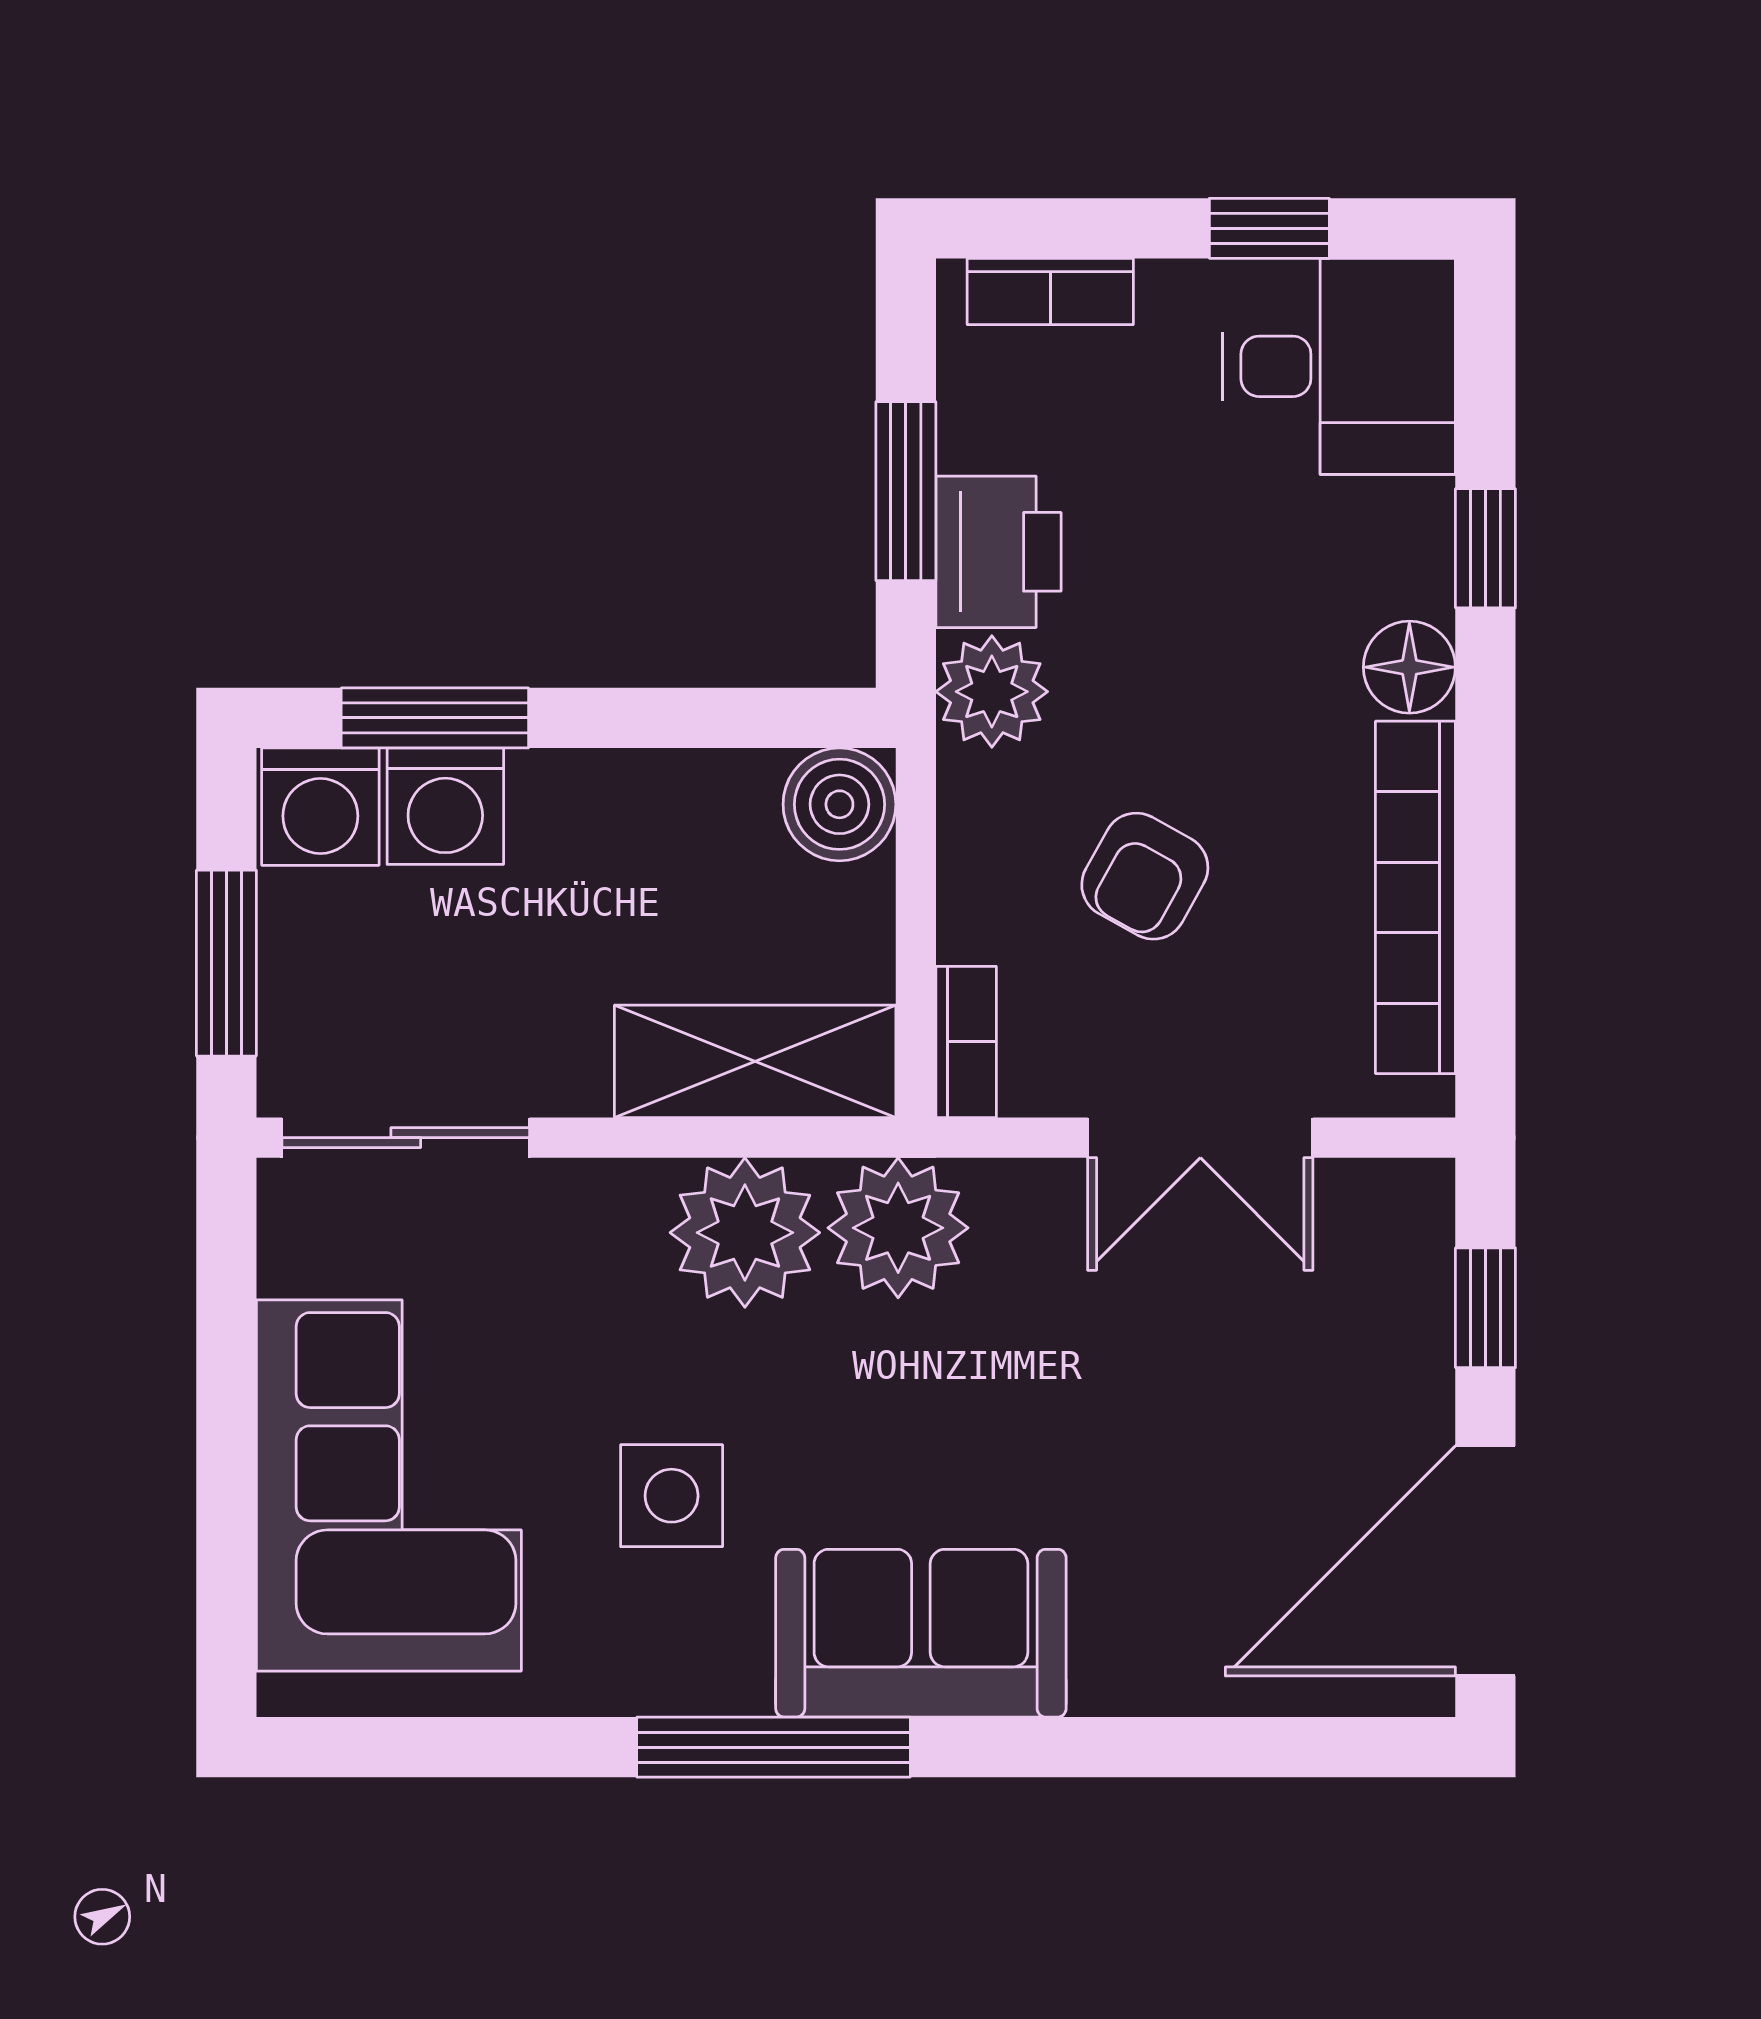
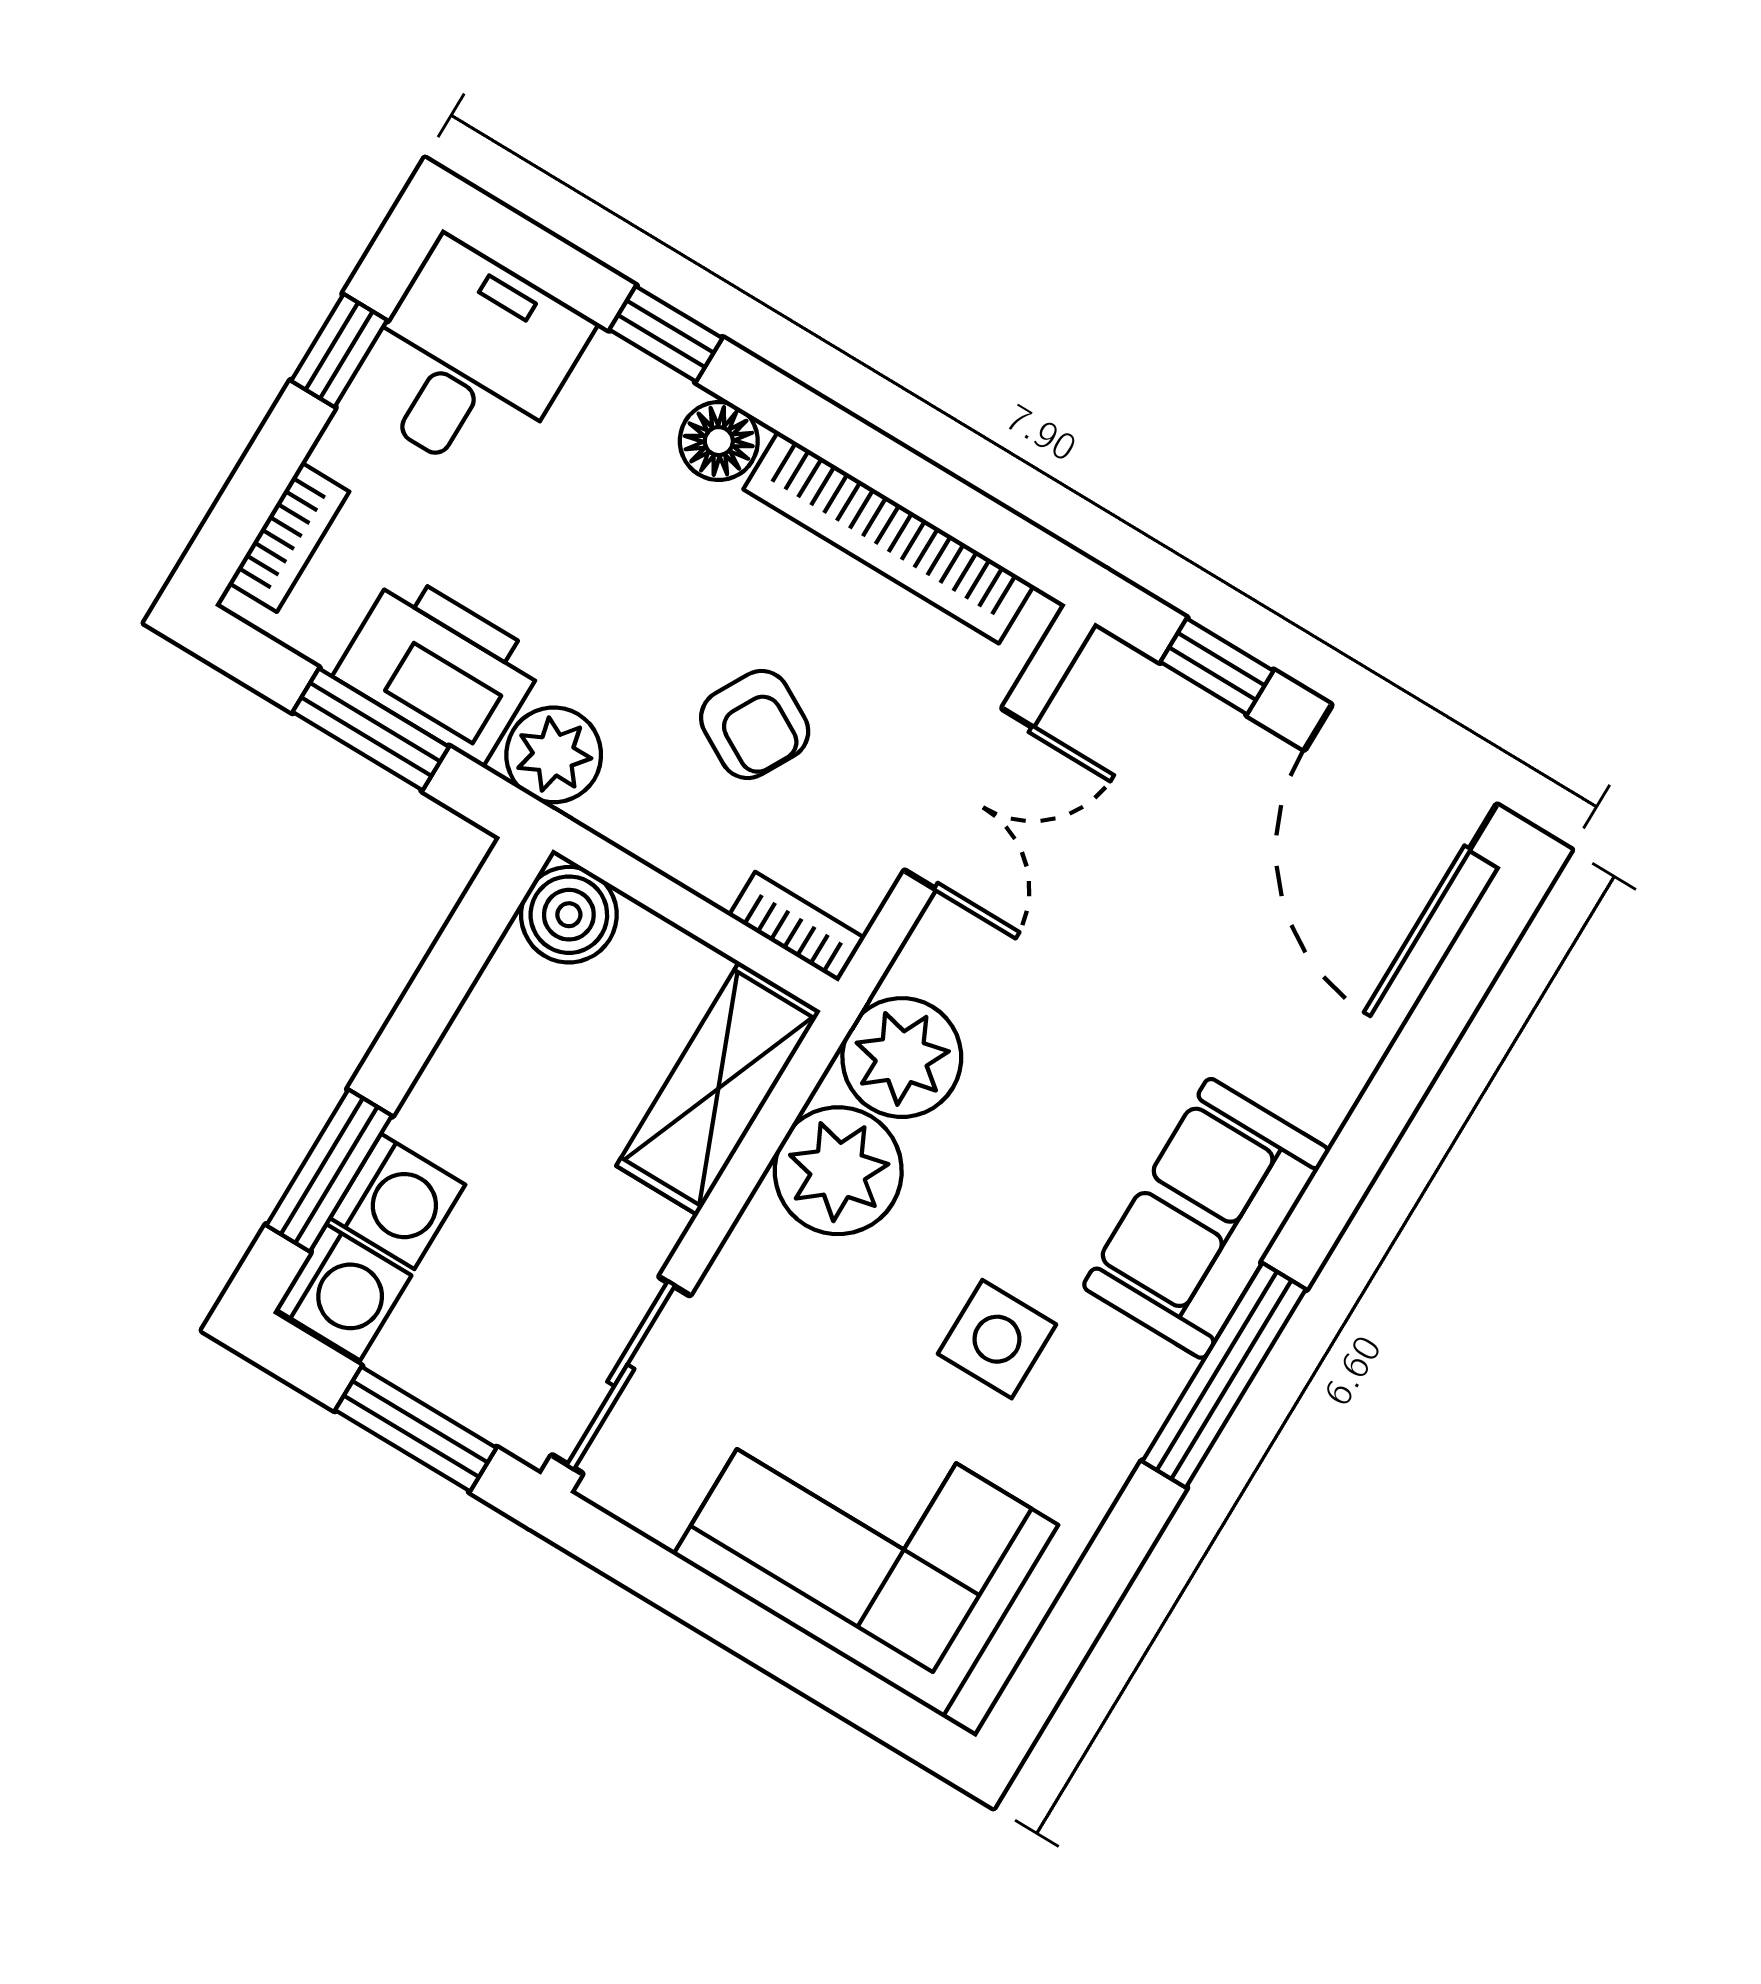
printer: (998, 552) -> (440, 668), width x1.37, depth x1.19

